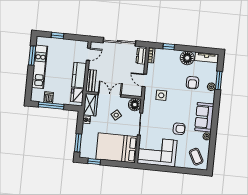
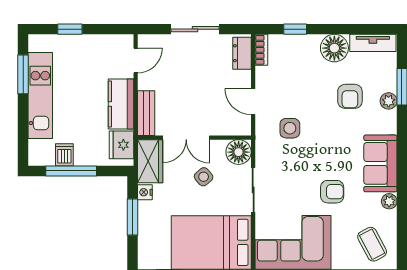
sliding door: (119, 42) -> (195, 29), width x0.73
double door: (110, 95) -> (186, 138), swing flipped
window: (78, 143) -> (132, 217), moved

